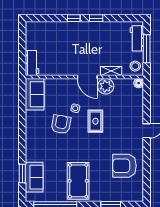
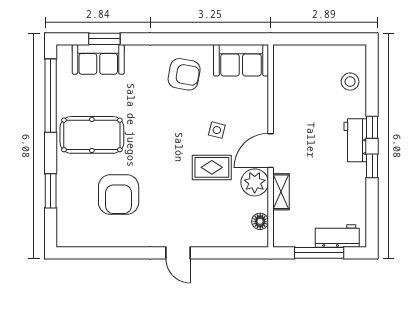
workbench: (32, 63) -> (355, 140), moved, turned 90
stool: (135, 66) -> (350, 82), moved
floor lamp: (139, 83) -> (260, 221), moved
rug: (95, 121) -> (212, 167), moved
armchair: (61, 124) -> (184, 74), moved
armchair: (125, 166) -> (119, 194), moved, turned 180

